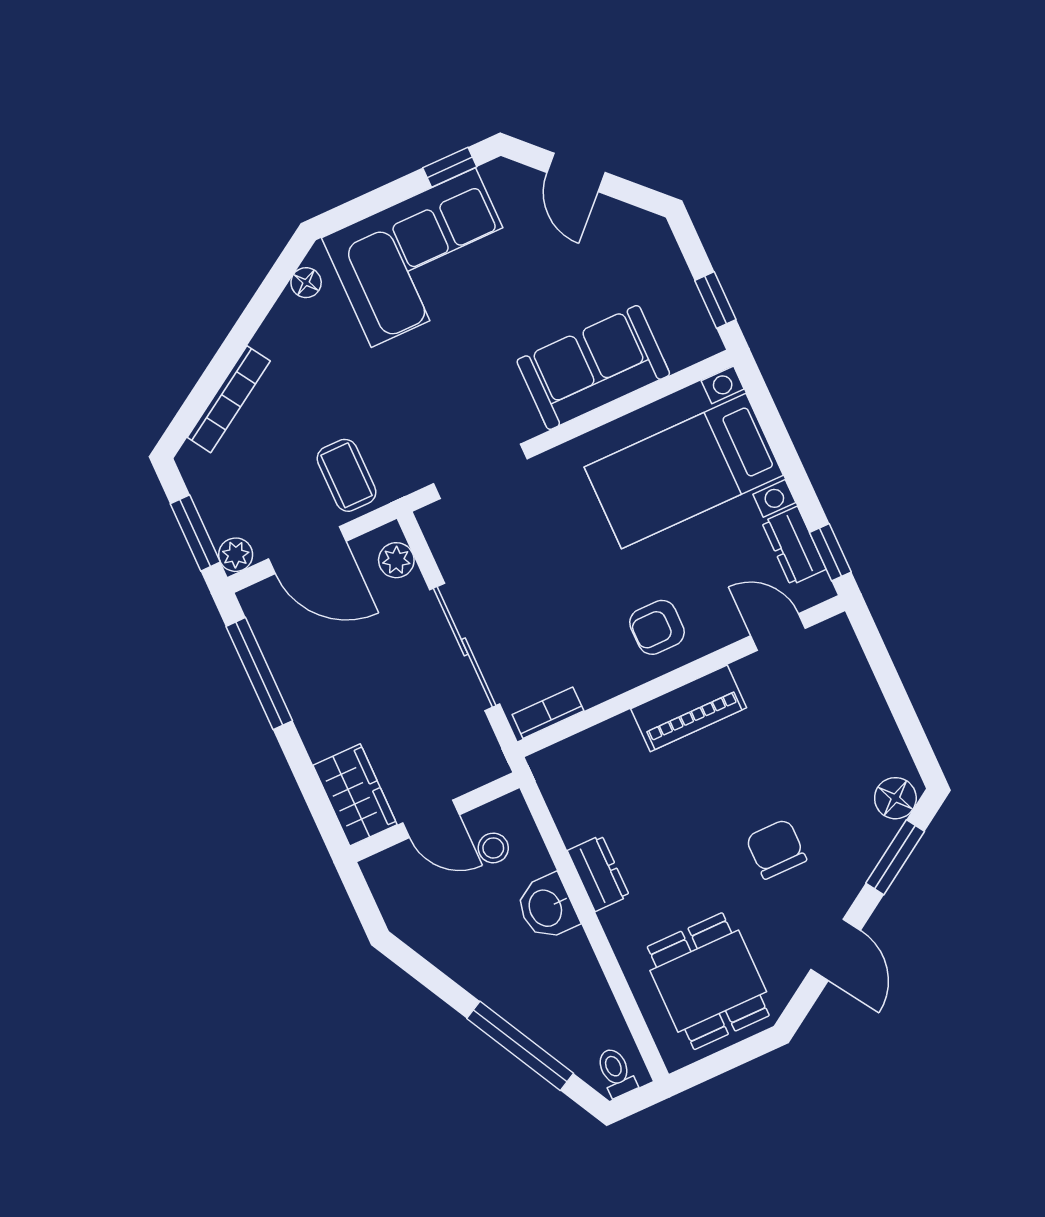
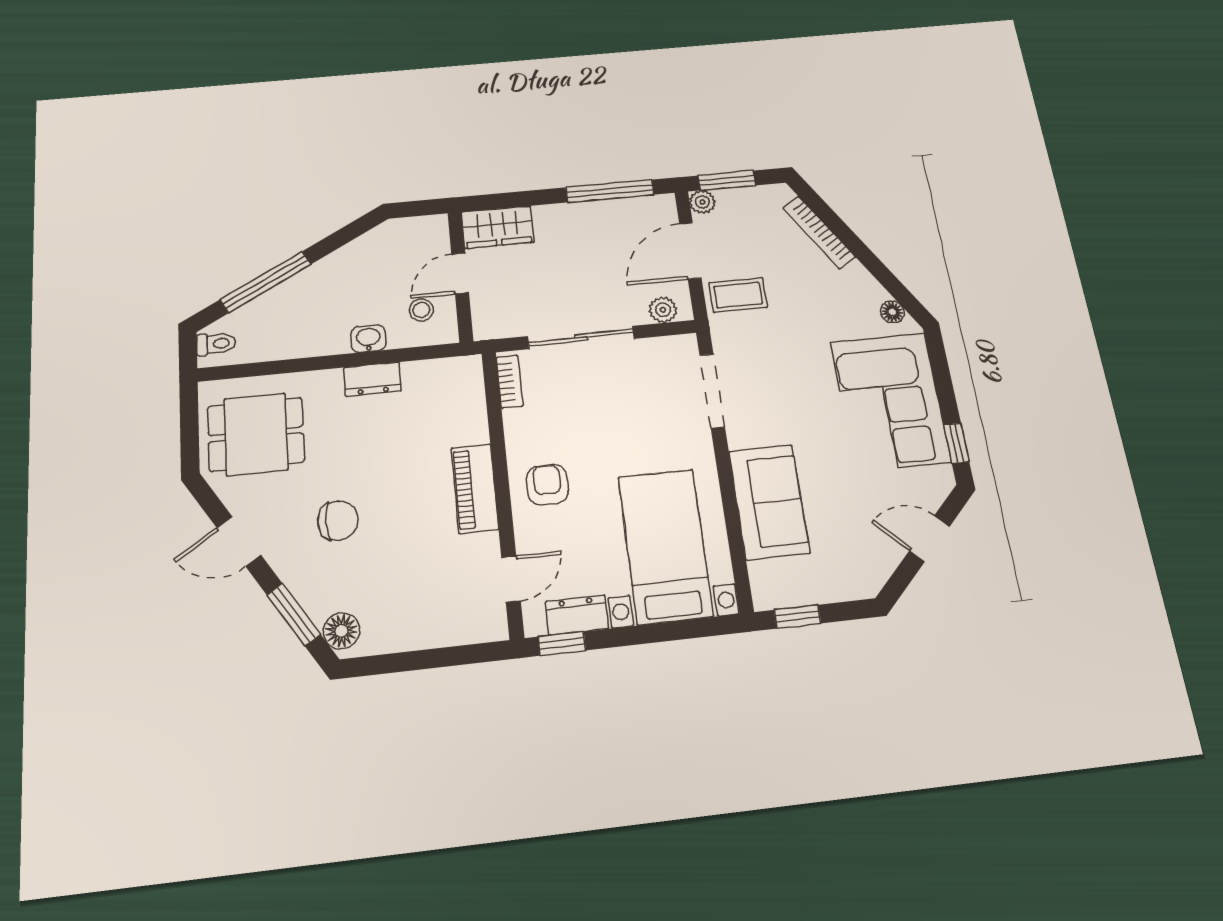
washbasin: (547, 908) -> (368, 339), width x0.72, depth x0.69

